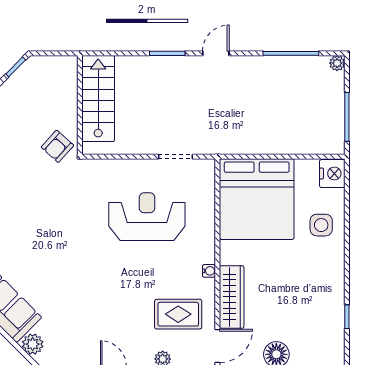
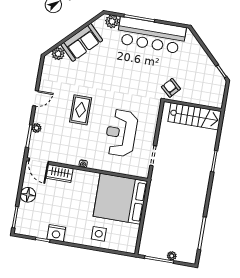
door: (216, 53) -> (209, 189), removed
plant: (337, 63) -> (172, 256), moved
nightstand: (332, 174) -> (56, 233), moved
reception desk: (147, 217) -> (121, 133), turned 180
wardrobe: (232, 297) -> (60, 173), width x0.67
rug: (178, 314) -> (81, 110), moved

